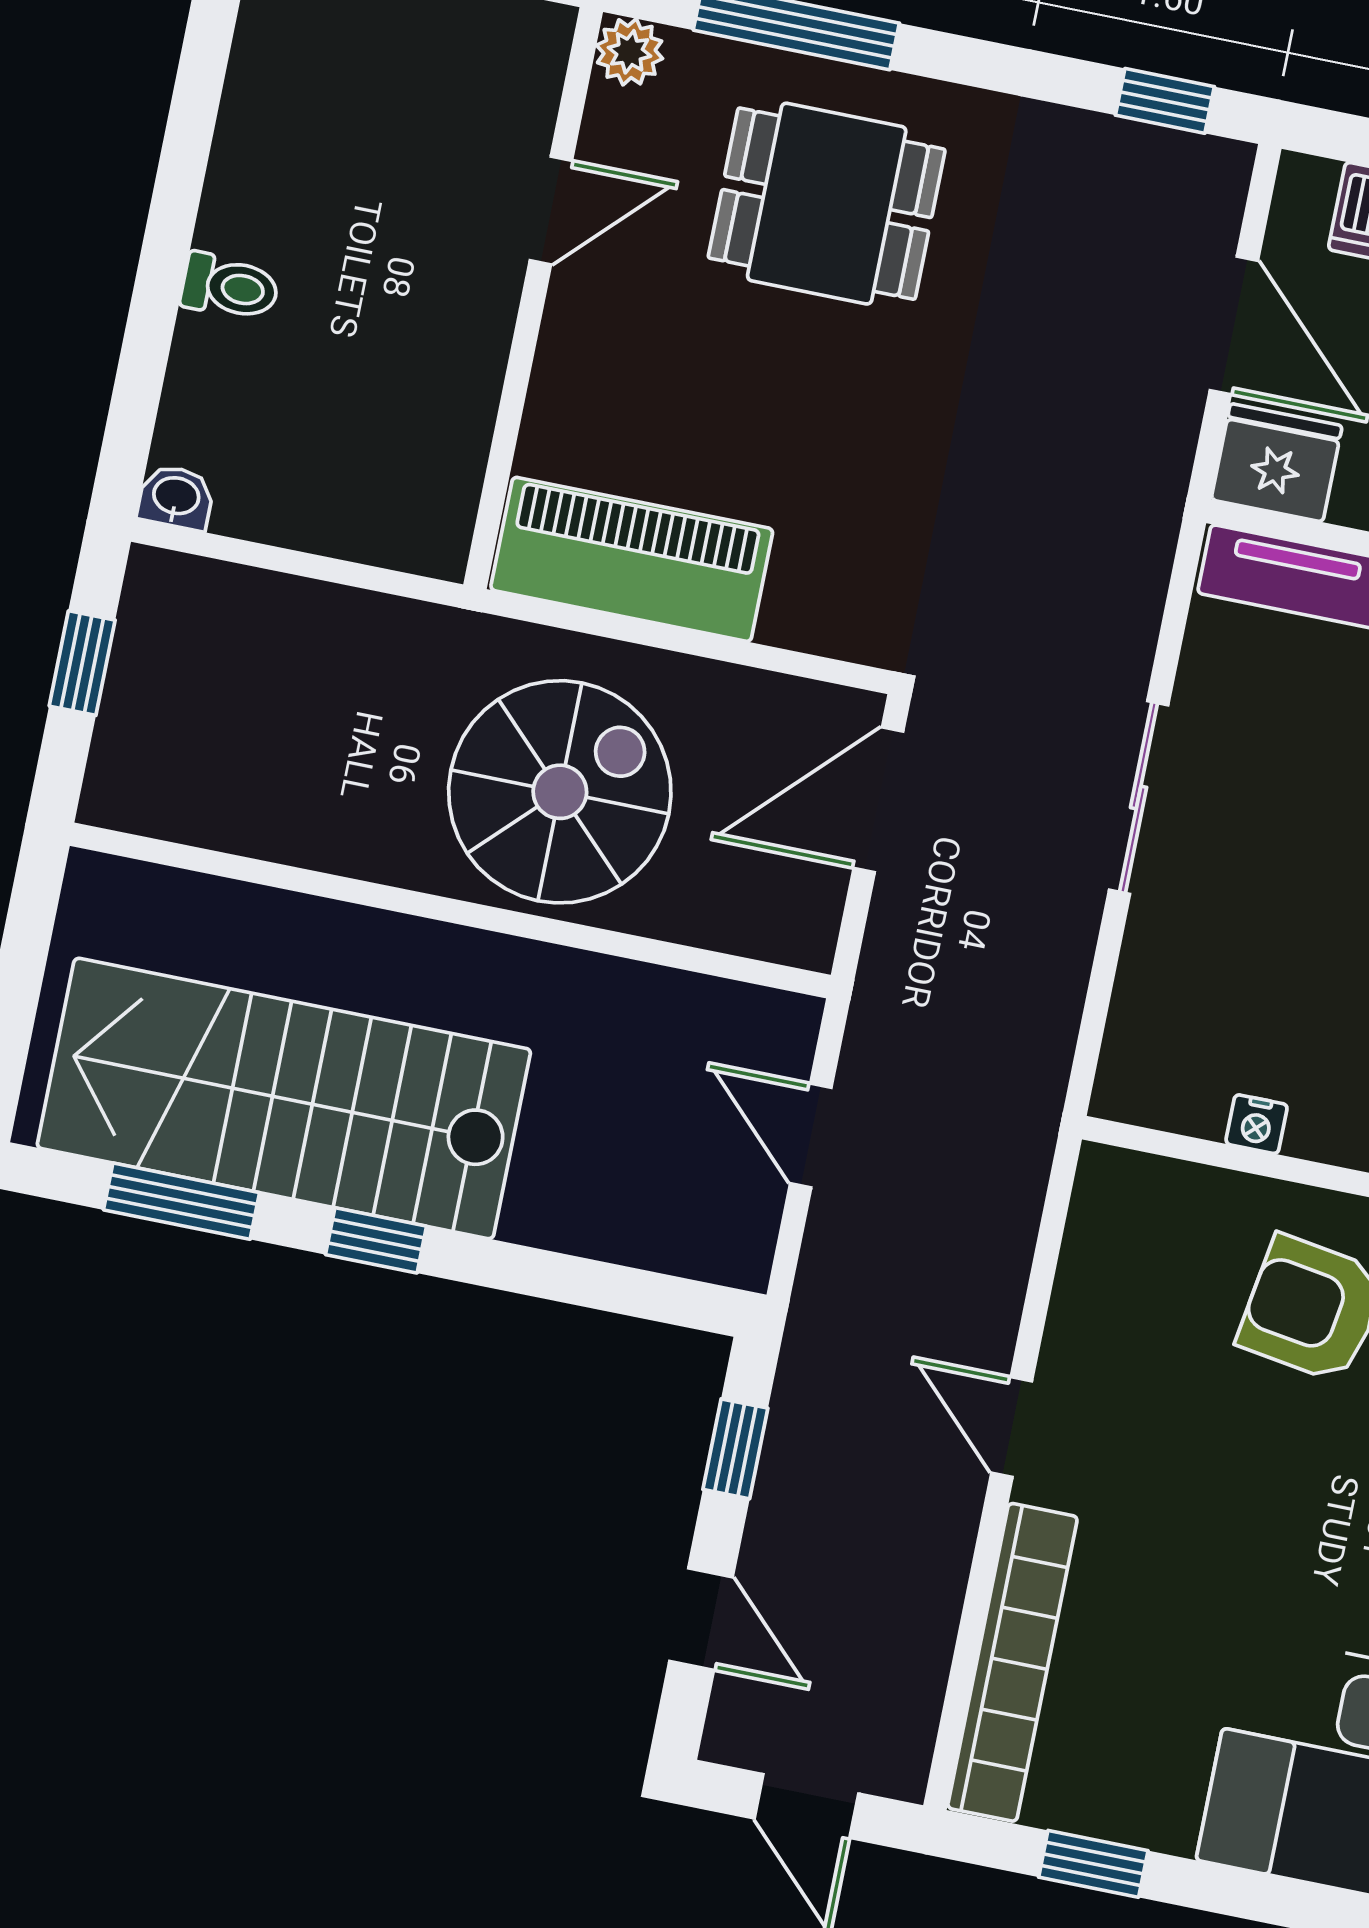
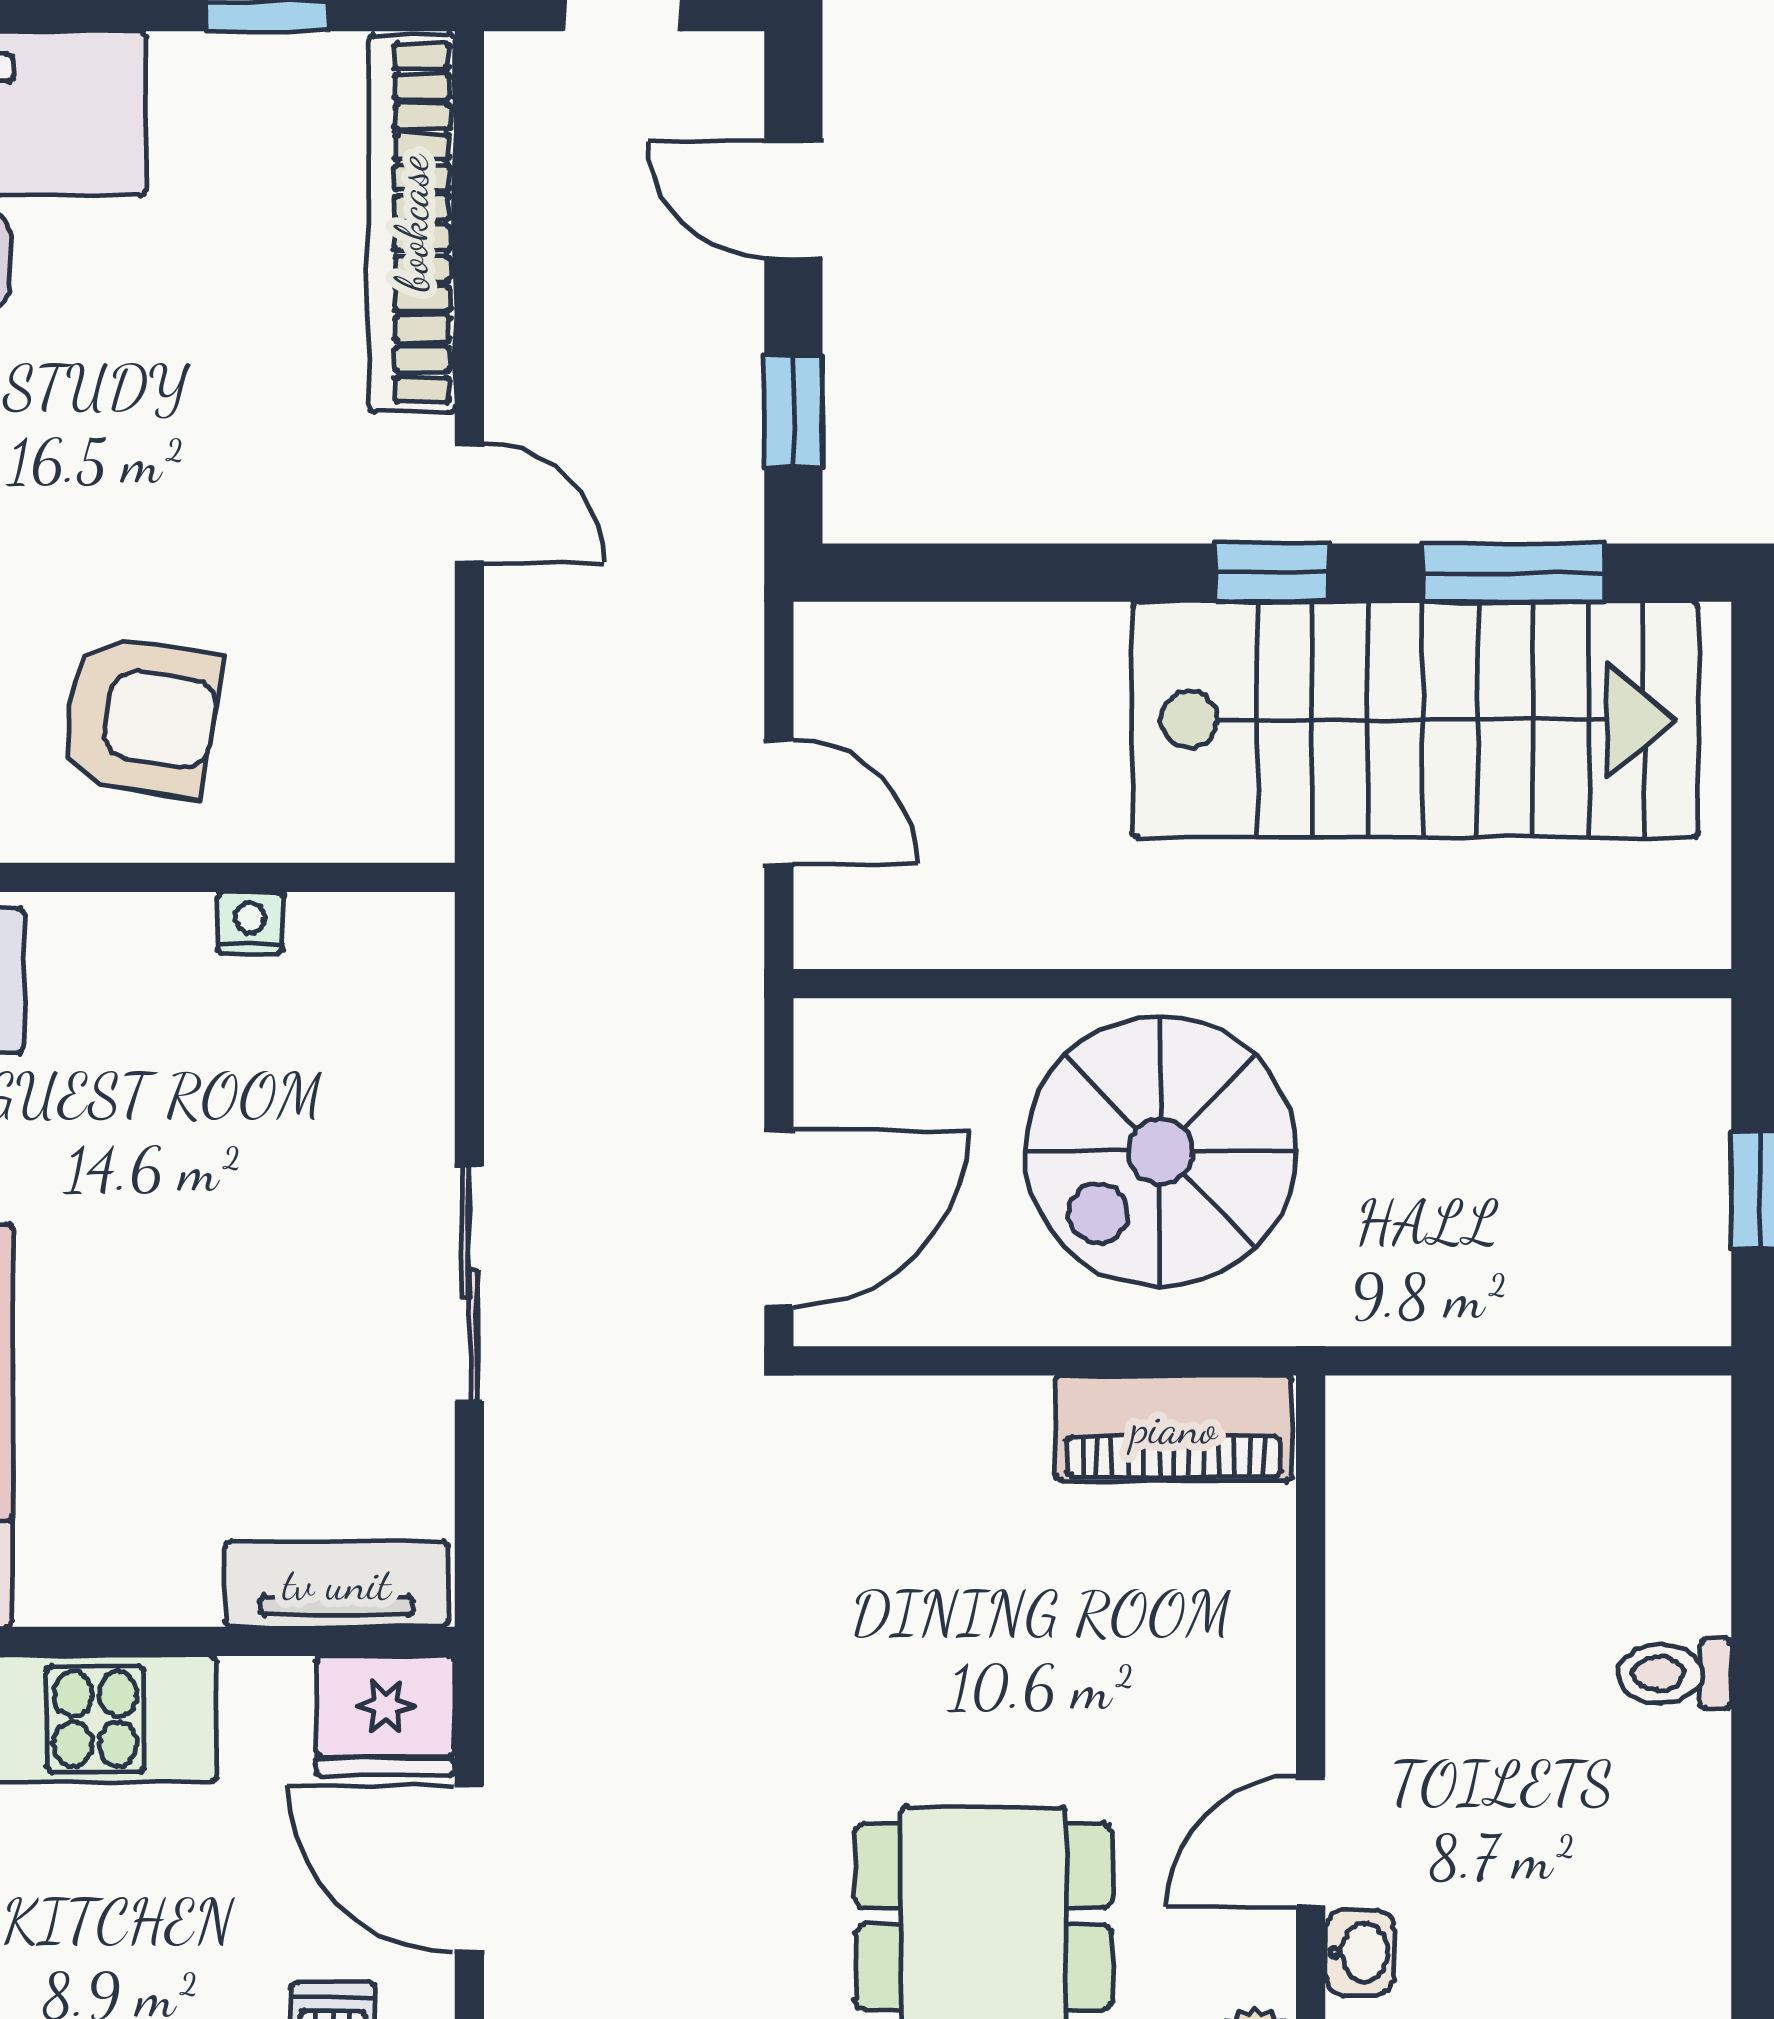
washbasin: (176, 497) -> (1360, 1952), moved, turned -90
piano: (632, 559) -> (1174, 1428), width x0.73, depth x0.75

